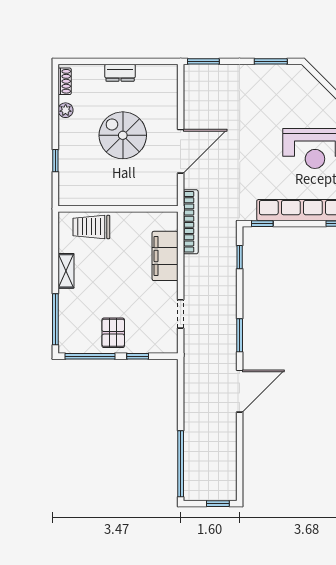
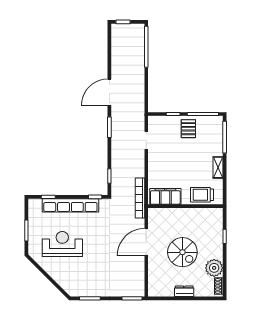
plant: (66, 110) -> (214, 268), width x1.87, depth x1.87
trolley: (91, 227) -> (202, 195), turned 180
filing cabinet: (165, 256) -> (165, 196), moved, turned -90

